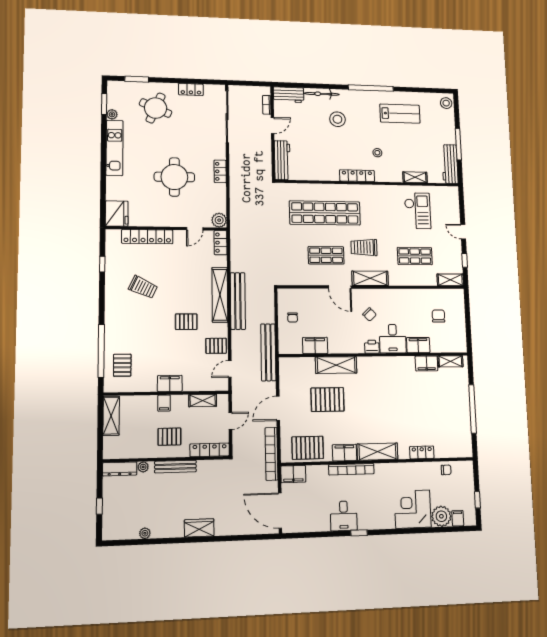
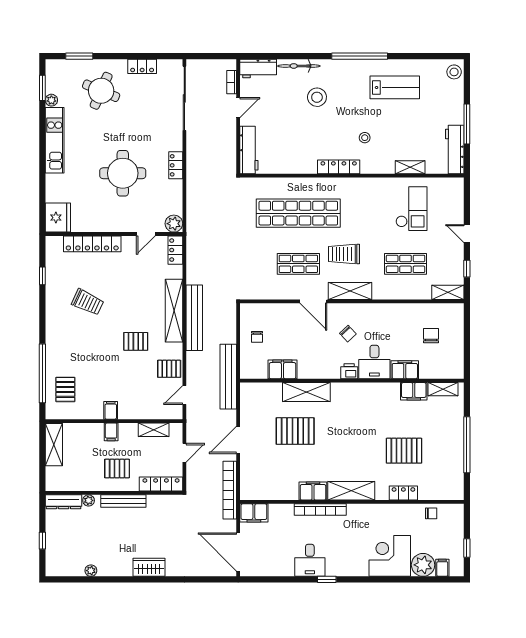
filing cabinet: (170, 383) -> (111, 410), width x0.50
pallet: (308, 448) -> (404, 451), moved

